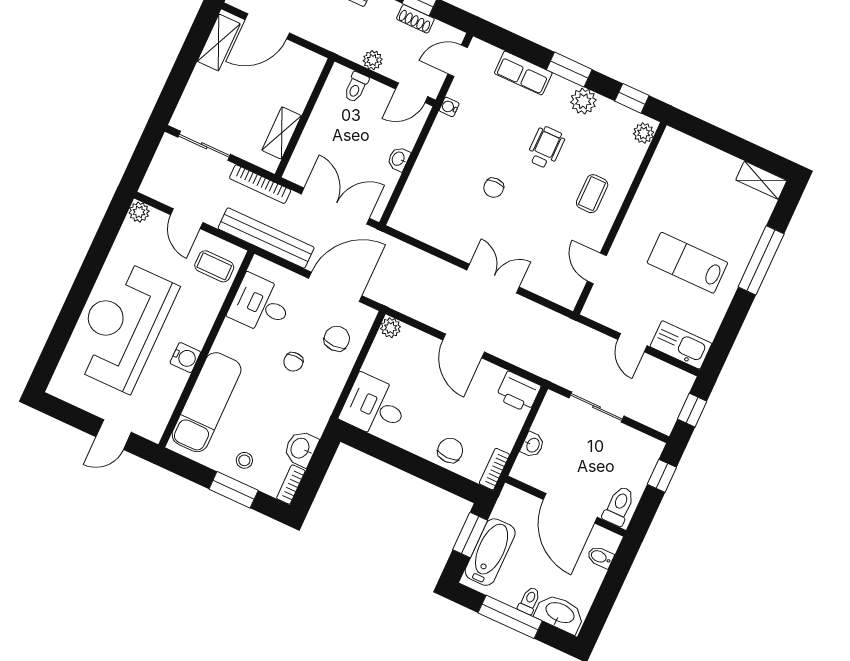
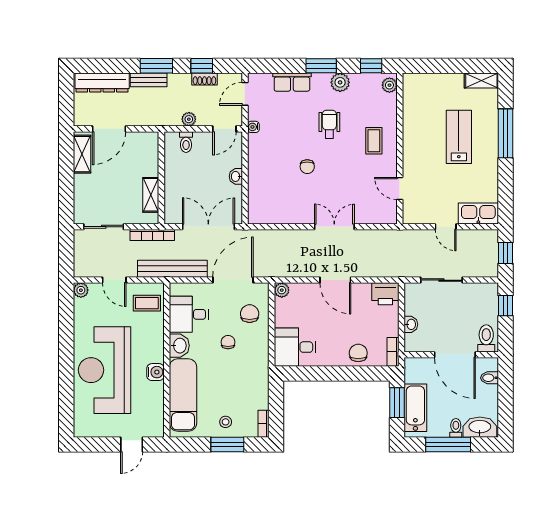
lab bench: (687, 263) -> (459, 137), moved, turned 90
chair: (293, 362) -> (228, 342), turned 180
washbasin: (301, 448) -> (179, 346), moved, turned 180

